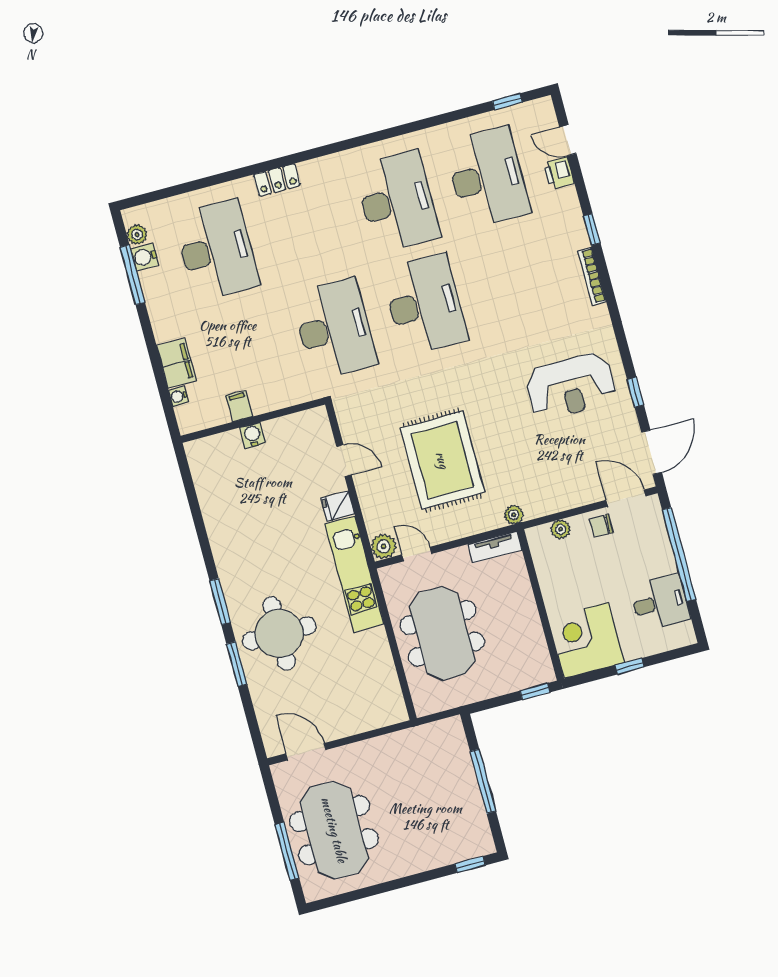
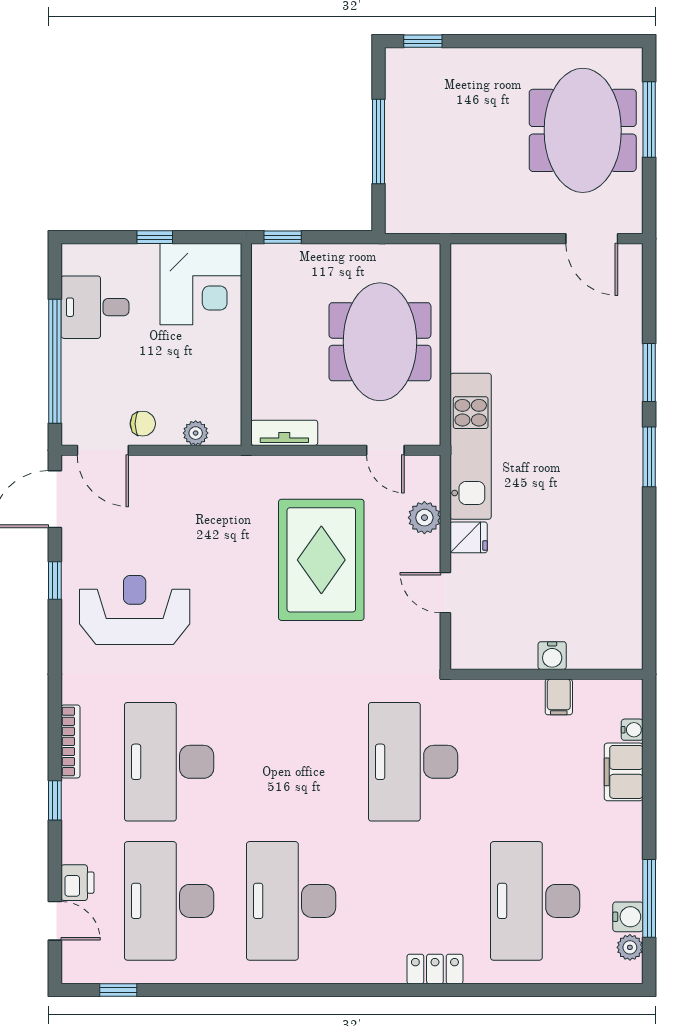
desk: (425, 305) -> (169, 762), moved
plant: (514, 515) -> (250, 467), removed
plant: (384, 546) -> (424, 518), moved
round table: (279, 633) -> (585, 397), removed

